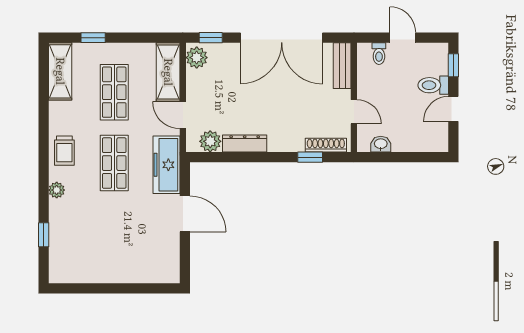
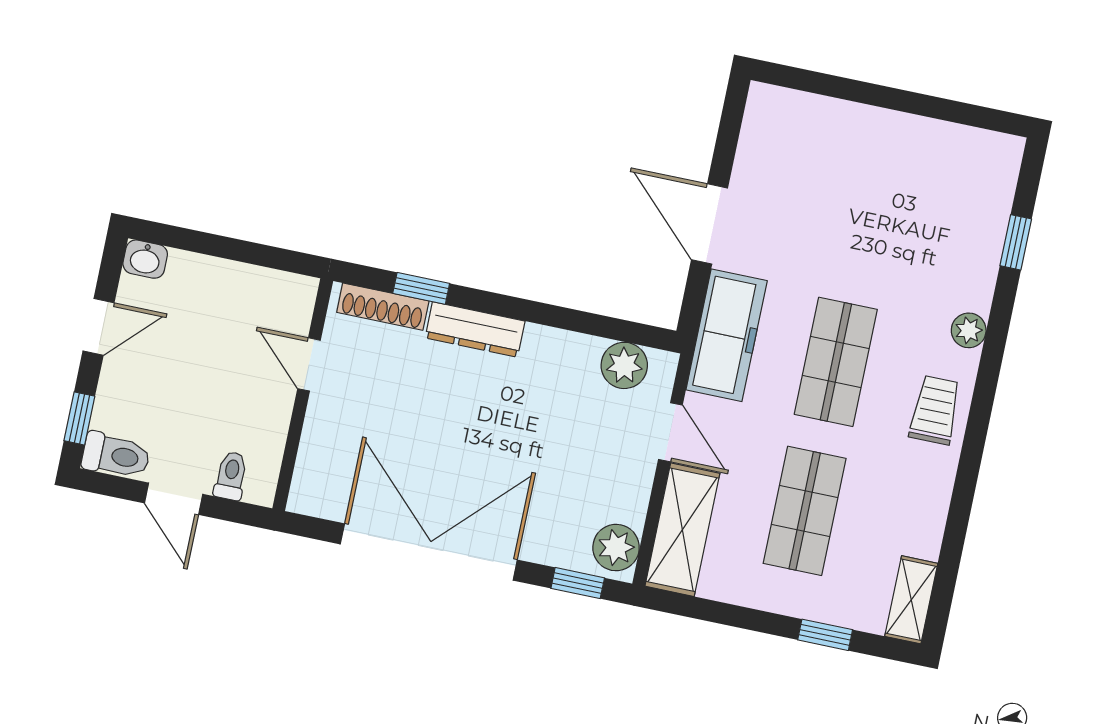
bench: (342, 66) -> (314, 467), removed
shelving: (60, 71) -> (911, 600), width x0.67, depth x0.75
toilet: (433, 85) -> (116, 455), moved
dresser: (245, 143) -> (475, 329), moved
washbasin: (381, 144) -> (145, 259), moved

